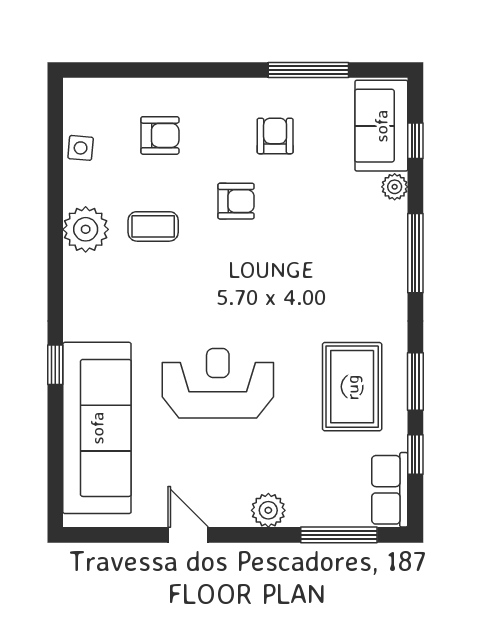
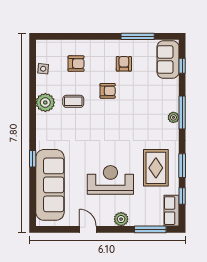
plant: (395, 187) -> (173, 117), moved
reception desk: (218, 383) -> (110, 180), moved

